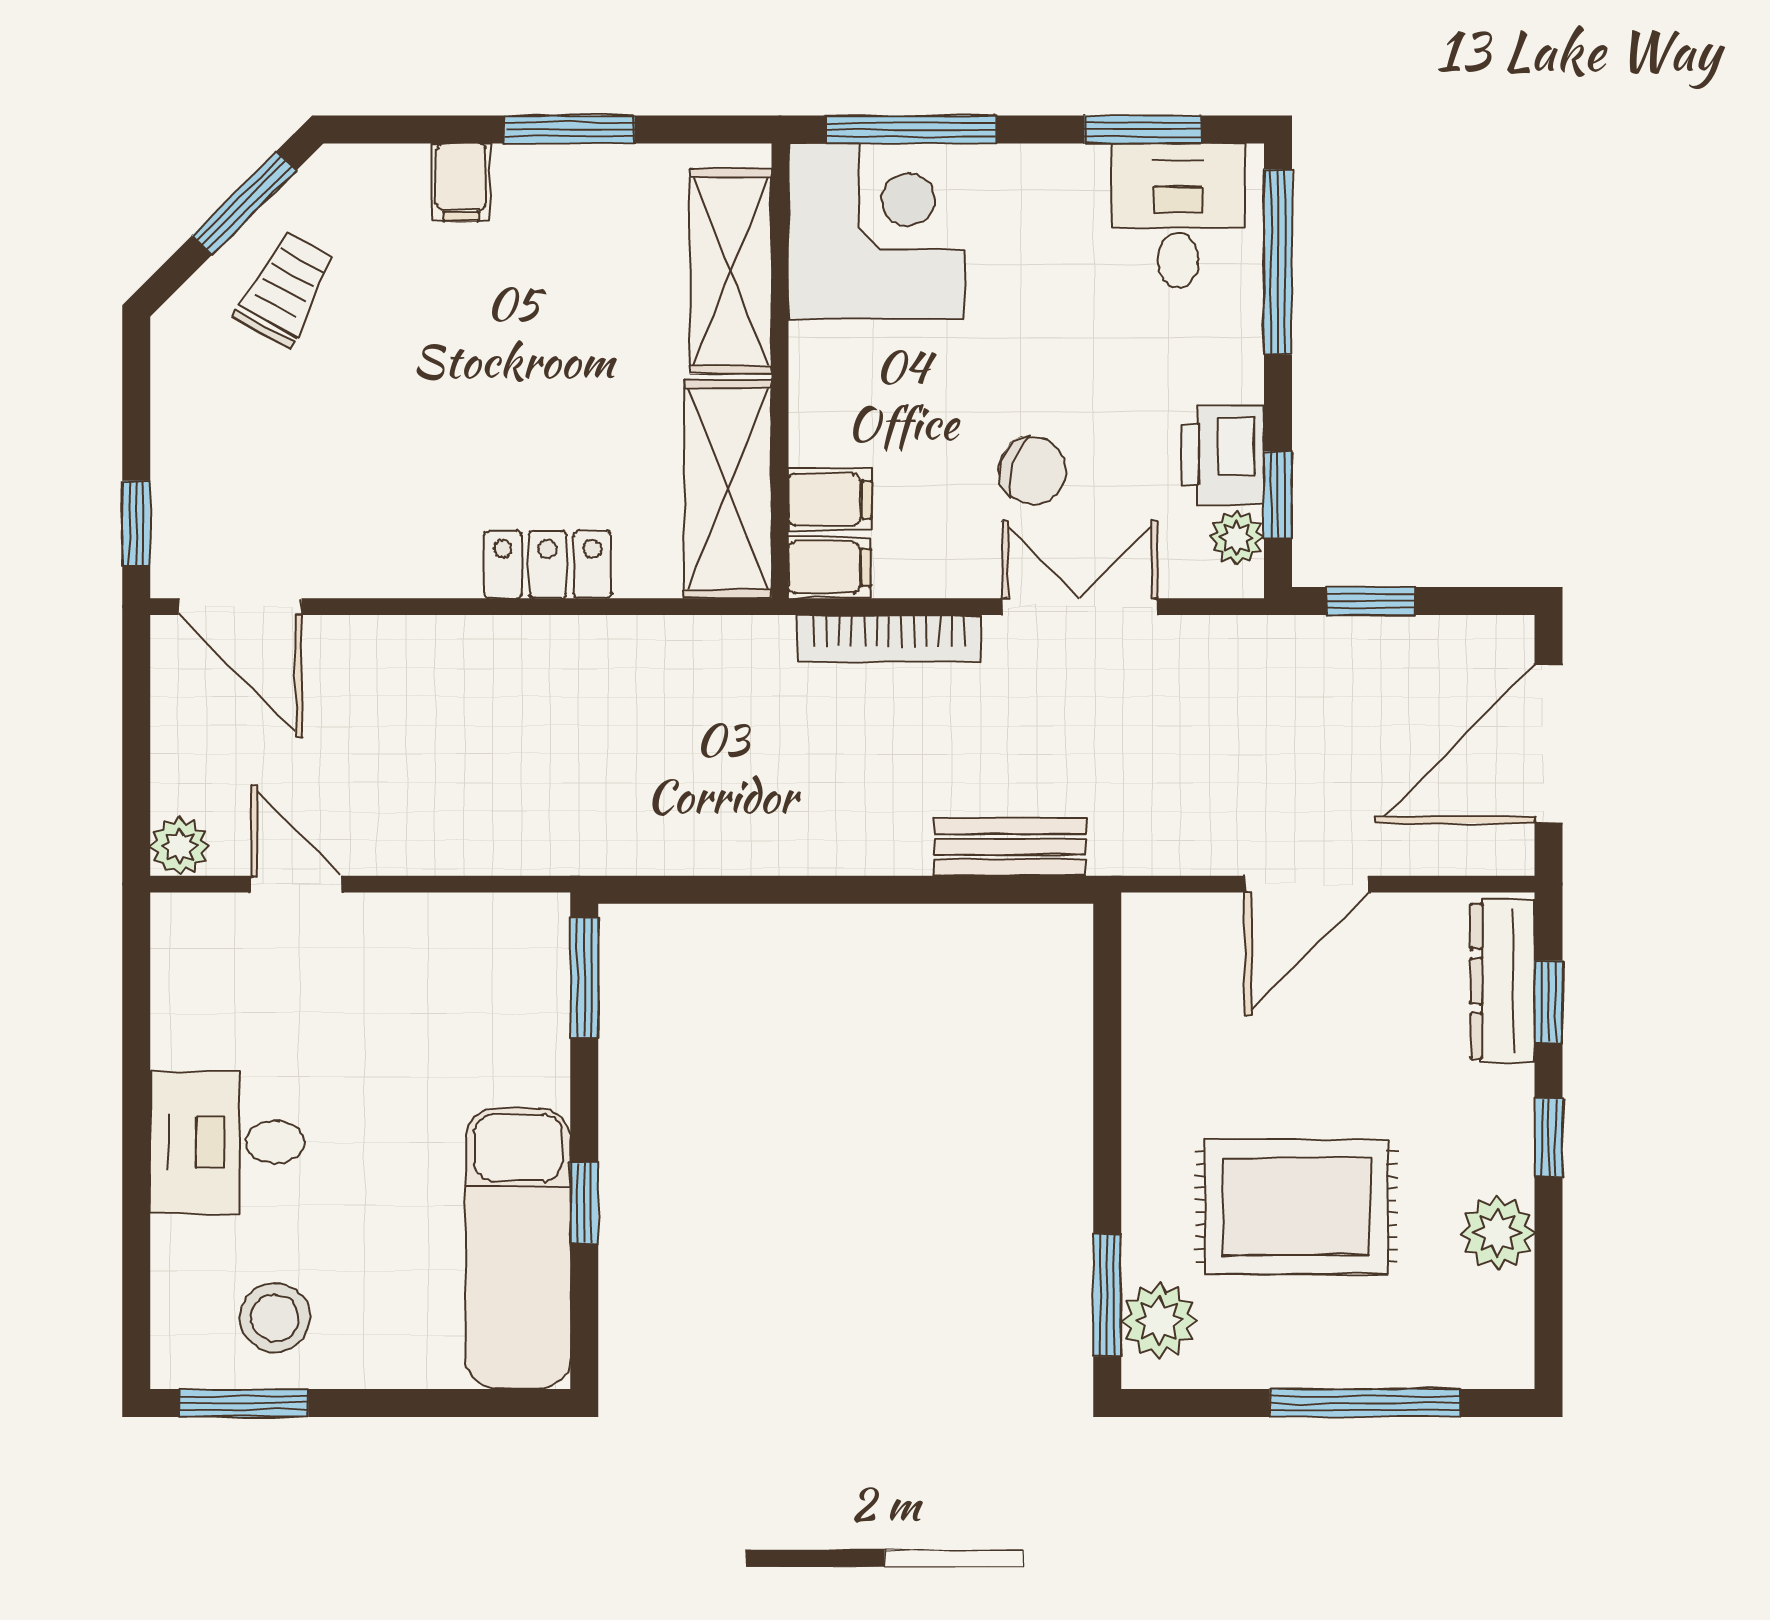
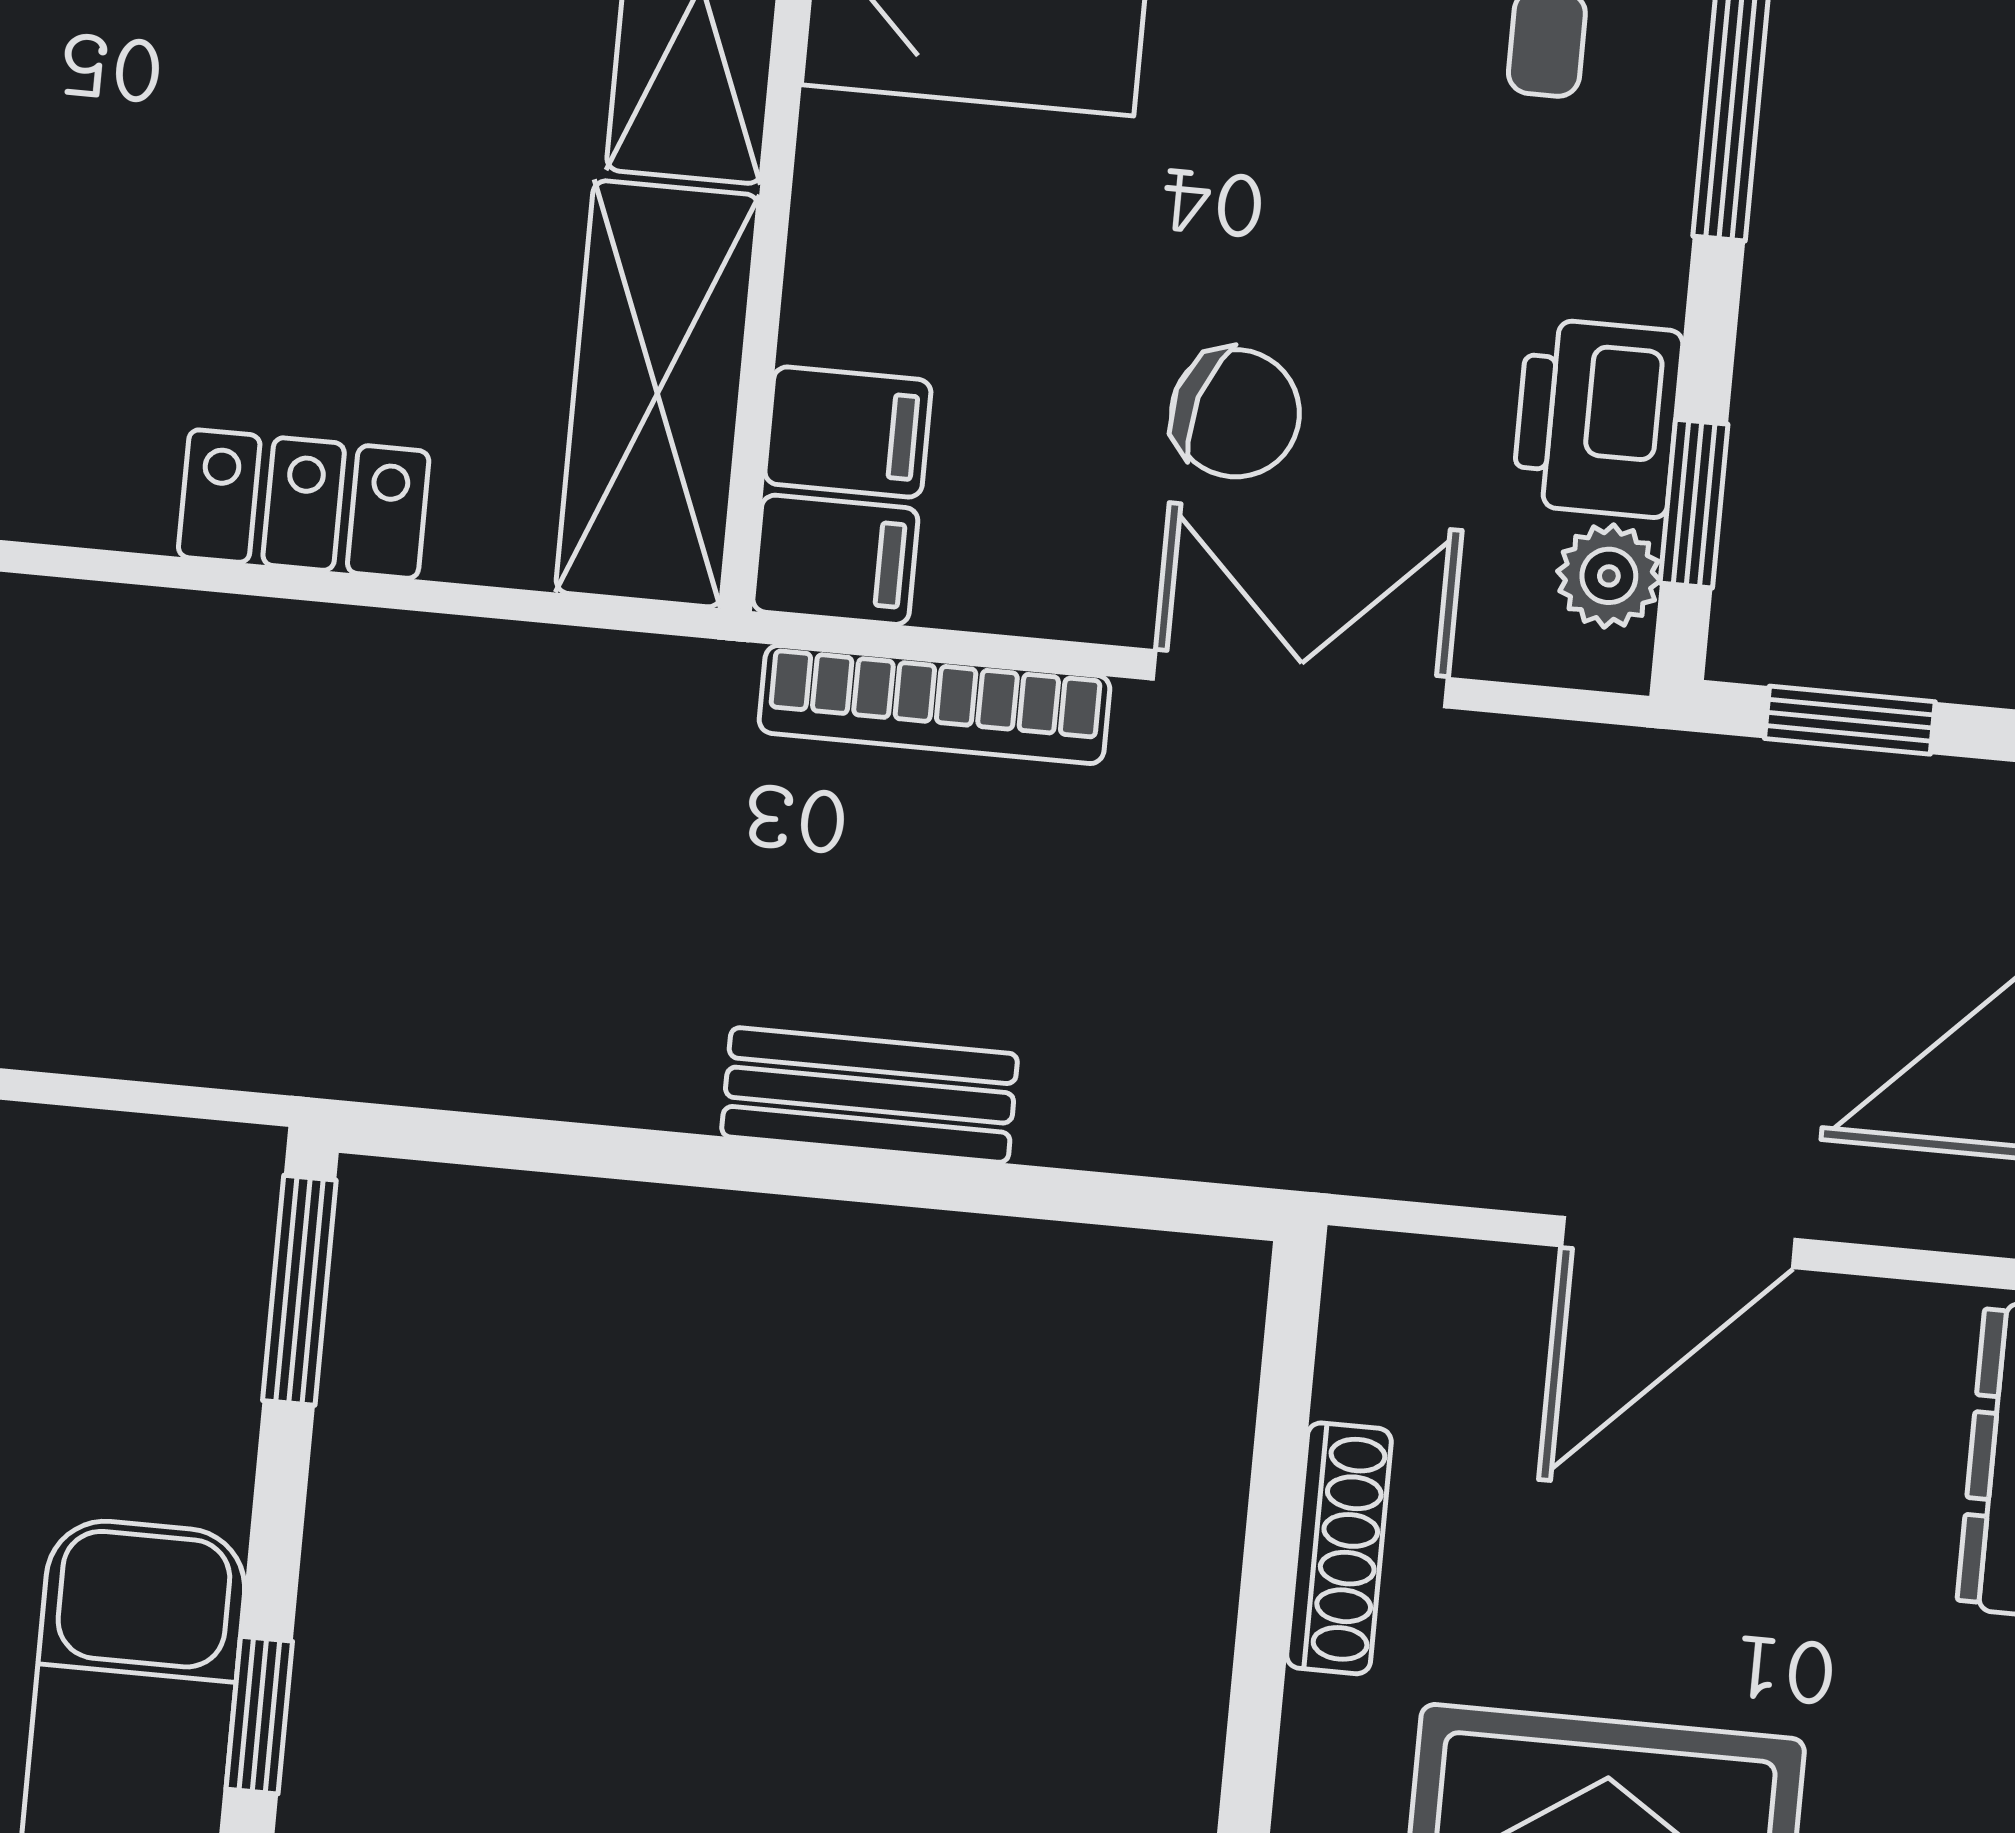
bench: (1010, 847) -> (870, 1095), moved
shoe rack: (1143, 1062) -> (1339, 1548), added

